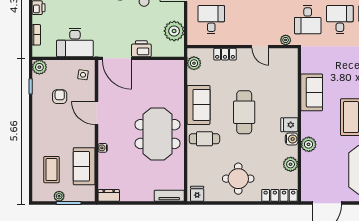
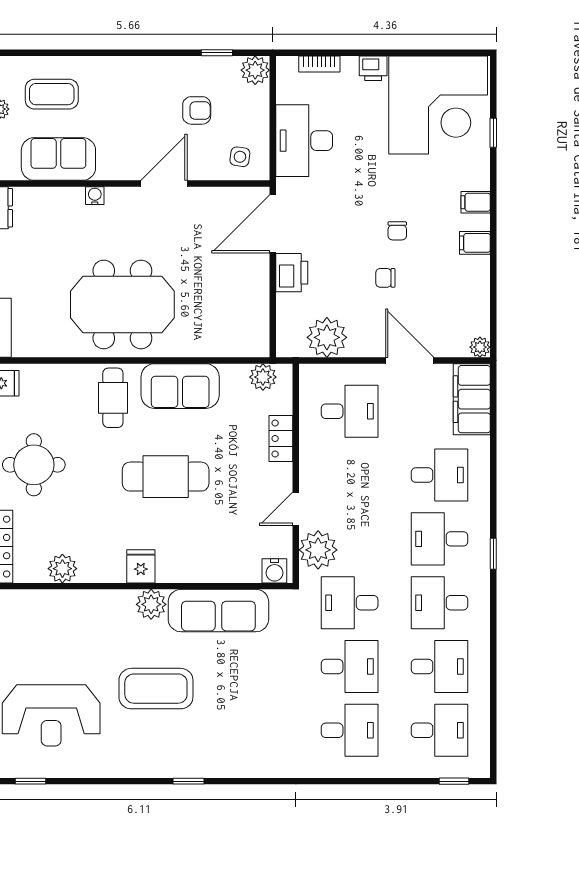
plant: (286, 40) -> (318, 550), width x1.88, depth x1.88
sofa: (312, 92) -> (218, 611), width x1.36
water cooler: (292, 139) -> (274, 571), moved
plant: (309, 144) -> (151, 604), moved

